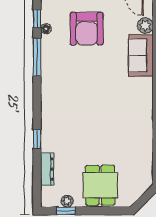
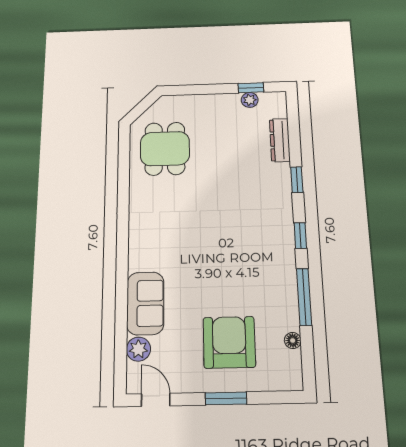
window: (37, 19) -> (300, 236), moved
dining table: (100, 185) -> (165, 149), moved

